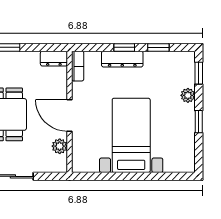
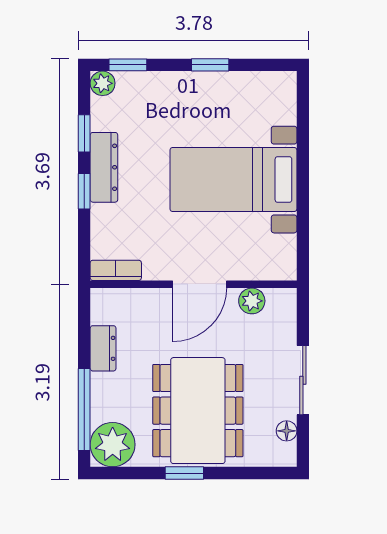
dresser: (54, 59) -> (103, 348), moved
dresser: (122, 59) -> (104, 167), moved
plant: (188, 95) -> (103, 83), moved

